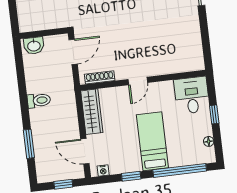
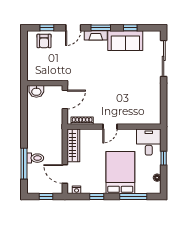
toilet: (39, 100) -> (35, 158), moved
bed: (152, 141) -> (120, 173), width x1.50
window: (29, 144) -> (24, 164), width x1.44
window: (180, 170) -> (133, 196), width x0.68

